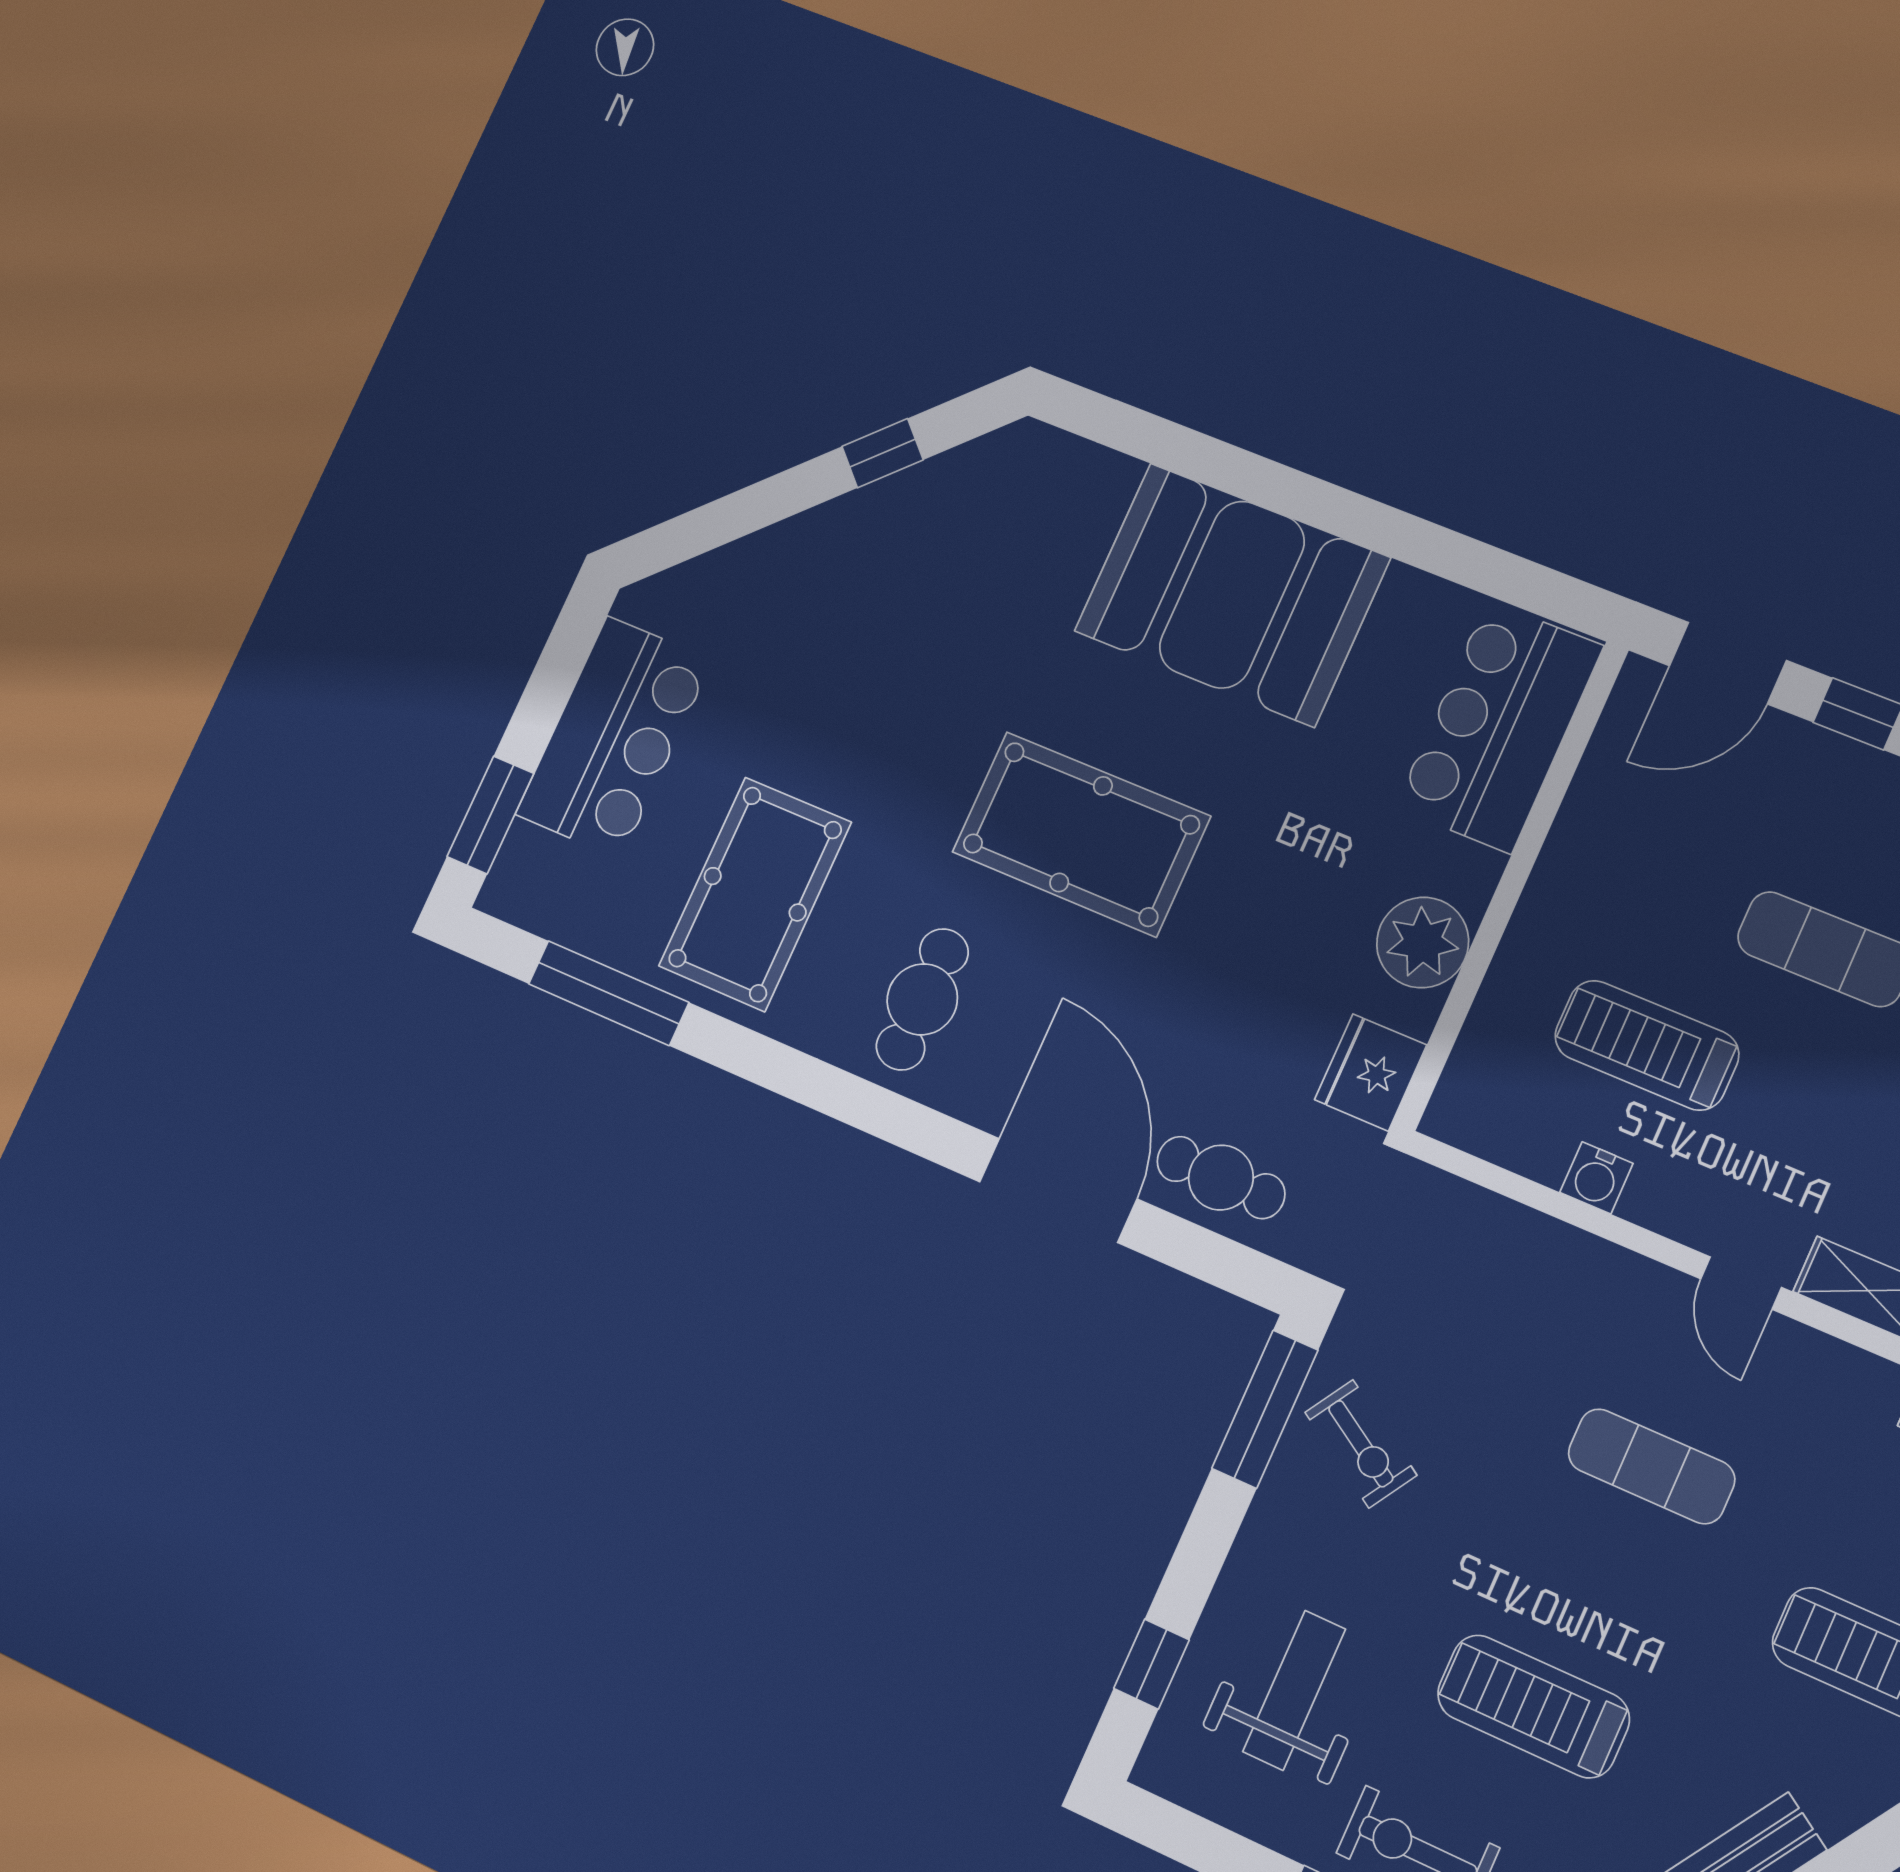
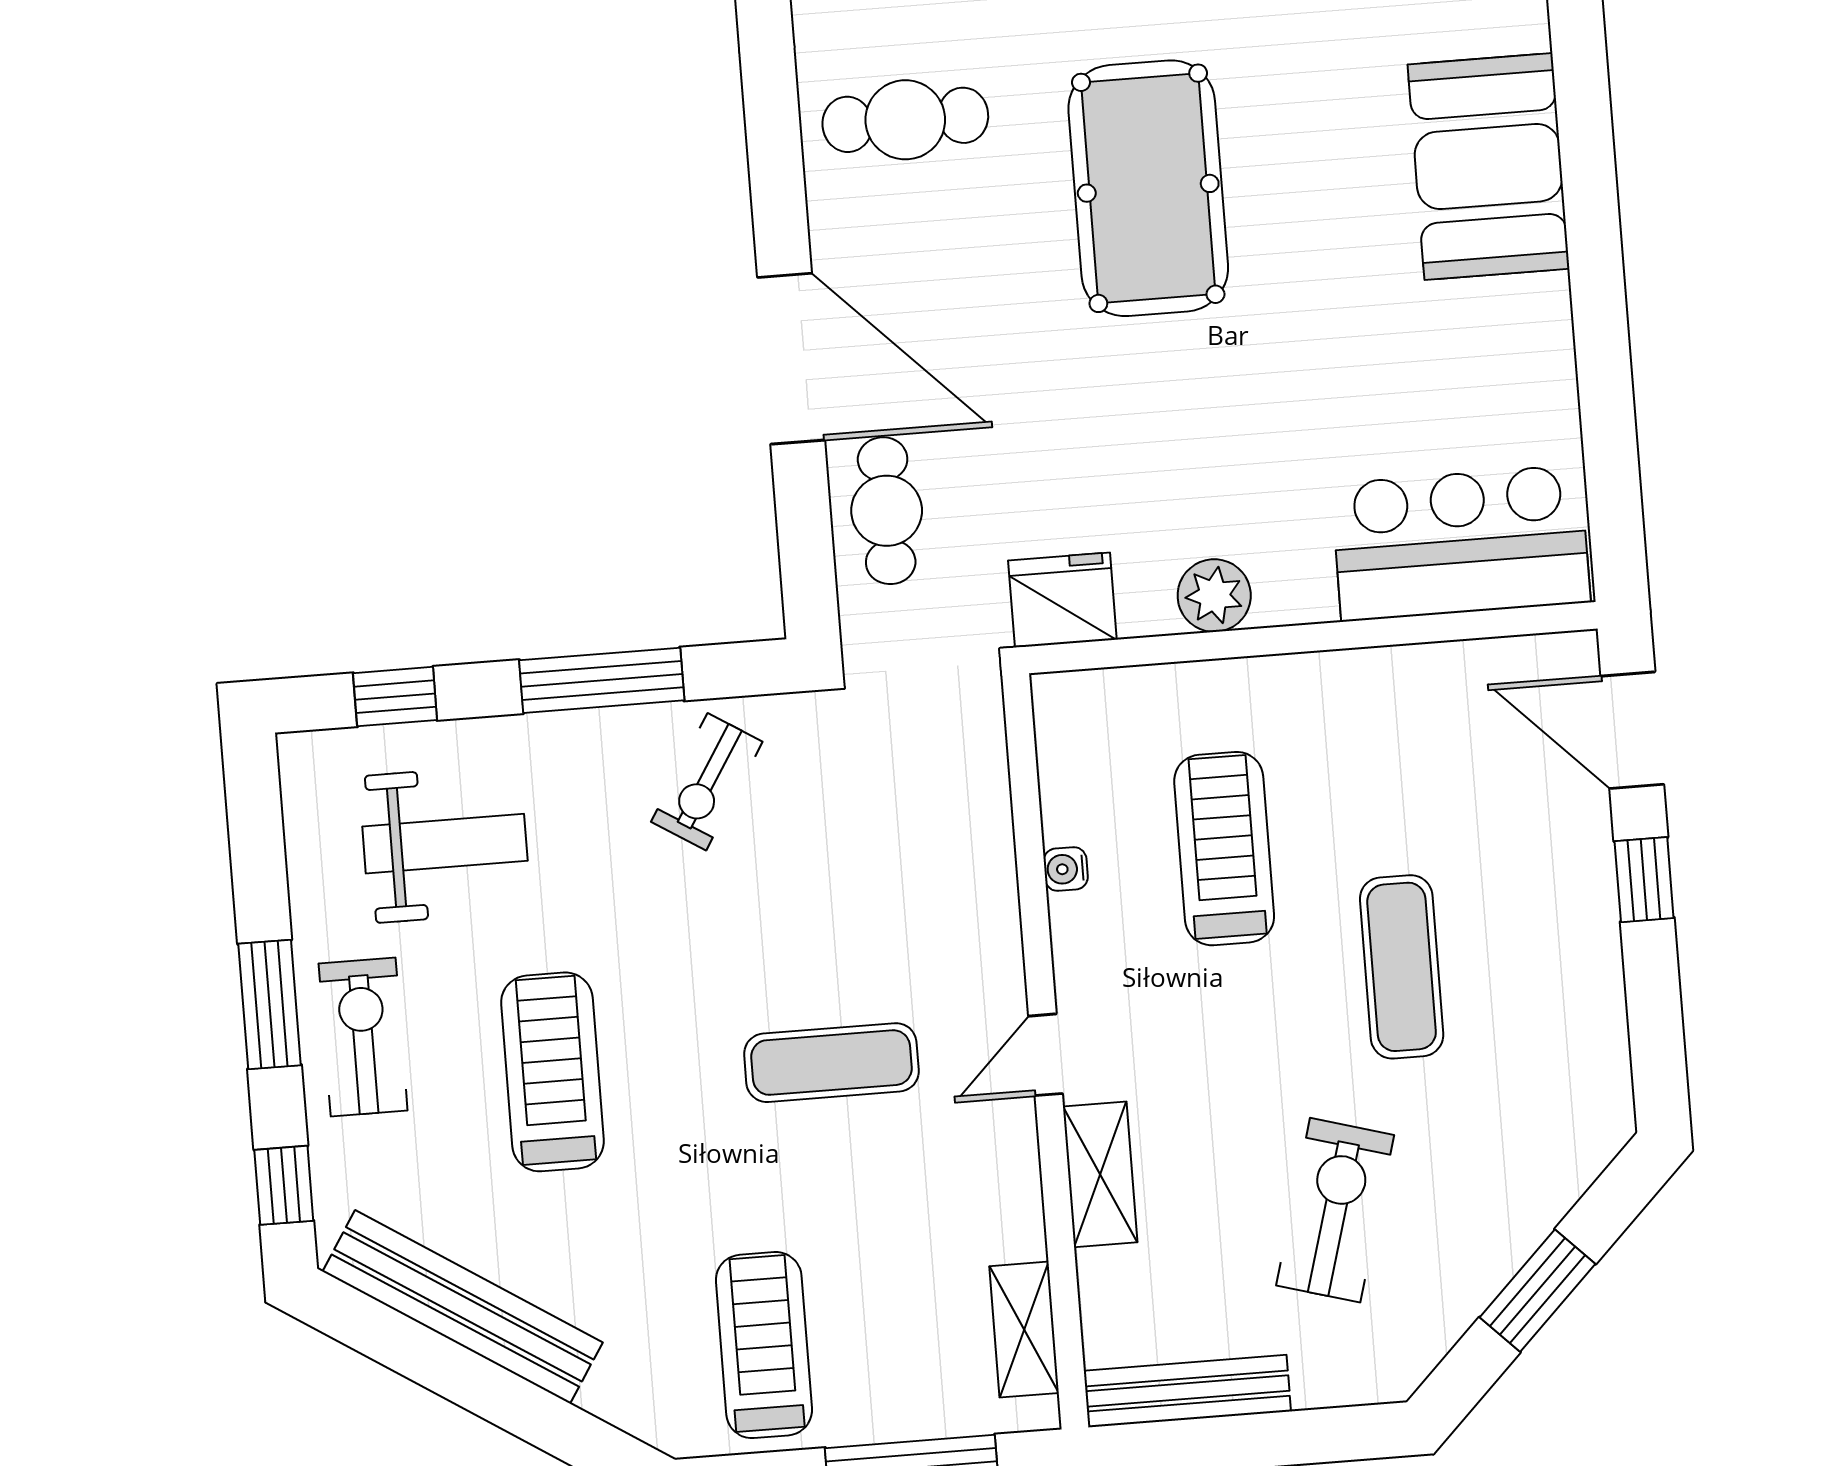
booth: (1232, 595) -> (1488, 167), width x0.73, depth x0.70
plant: (1423, 942) -> (1214, 596), width x0.73, depth x0.73
water cooler: (1596, 1178) -> (1066, 869), width x0.72, depth x0.72
door: (1058, 1190) -> (791, 359), hinge flipped
window: (1265, 1409) -> (602, 680), moved
exercise mat: (1651, 1466) -> (831, 1063), turned 90

